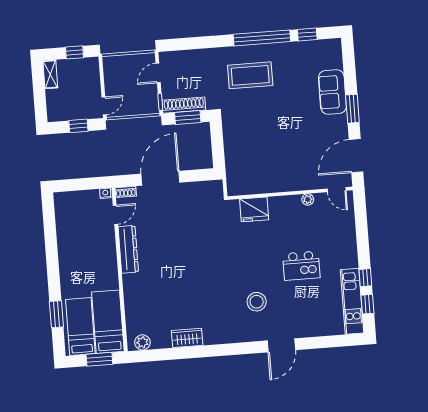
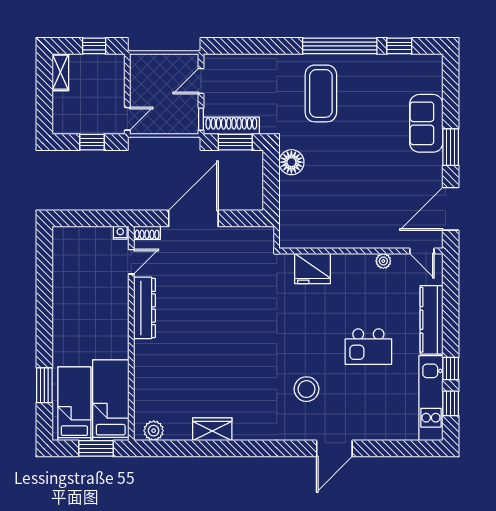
coffee table: (250, 75) -> (321, 93), turned 90
floor lamp: (232, 129) -> (291, 162), added
kitchen counter: (348, 242) -> (432, 320), added

